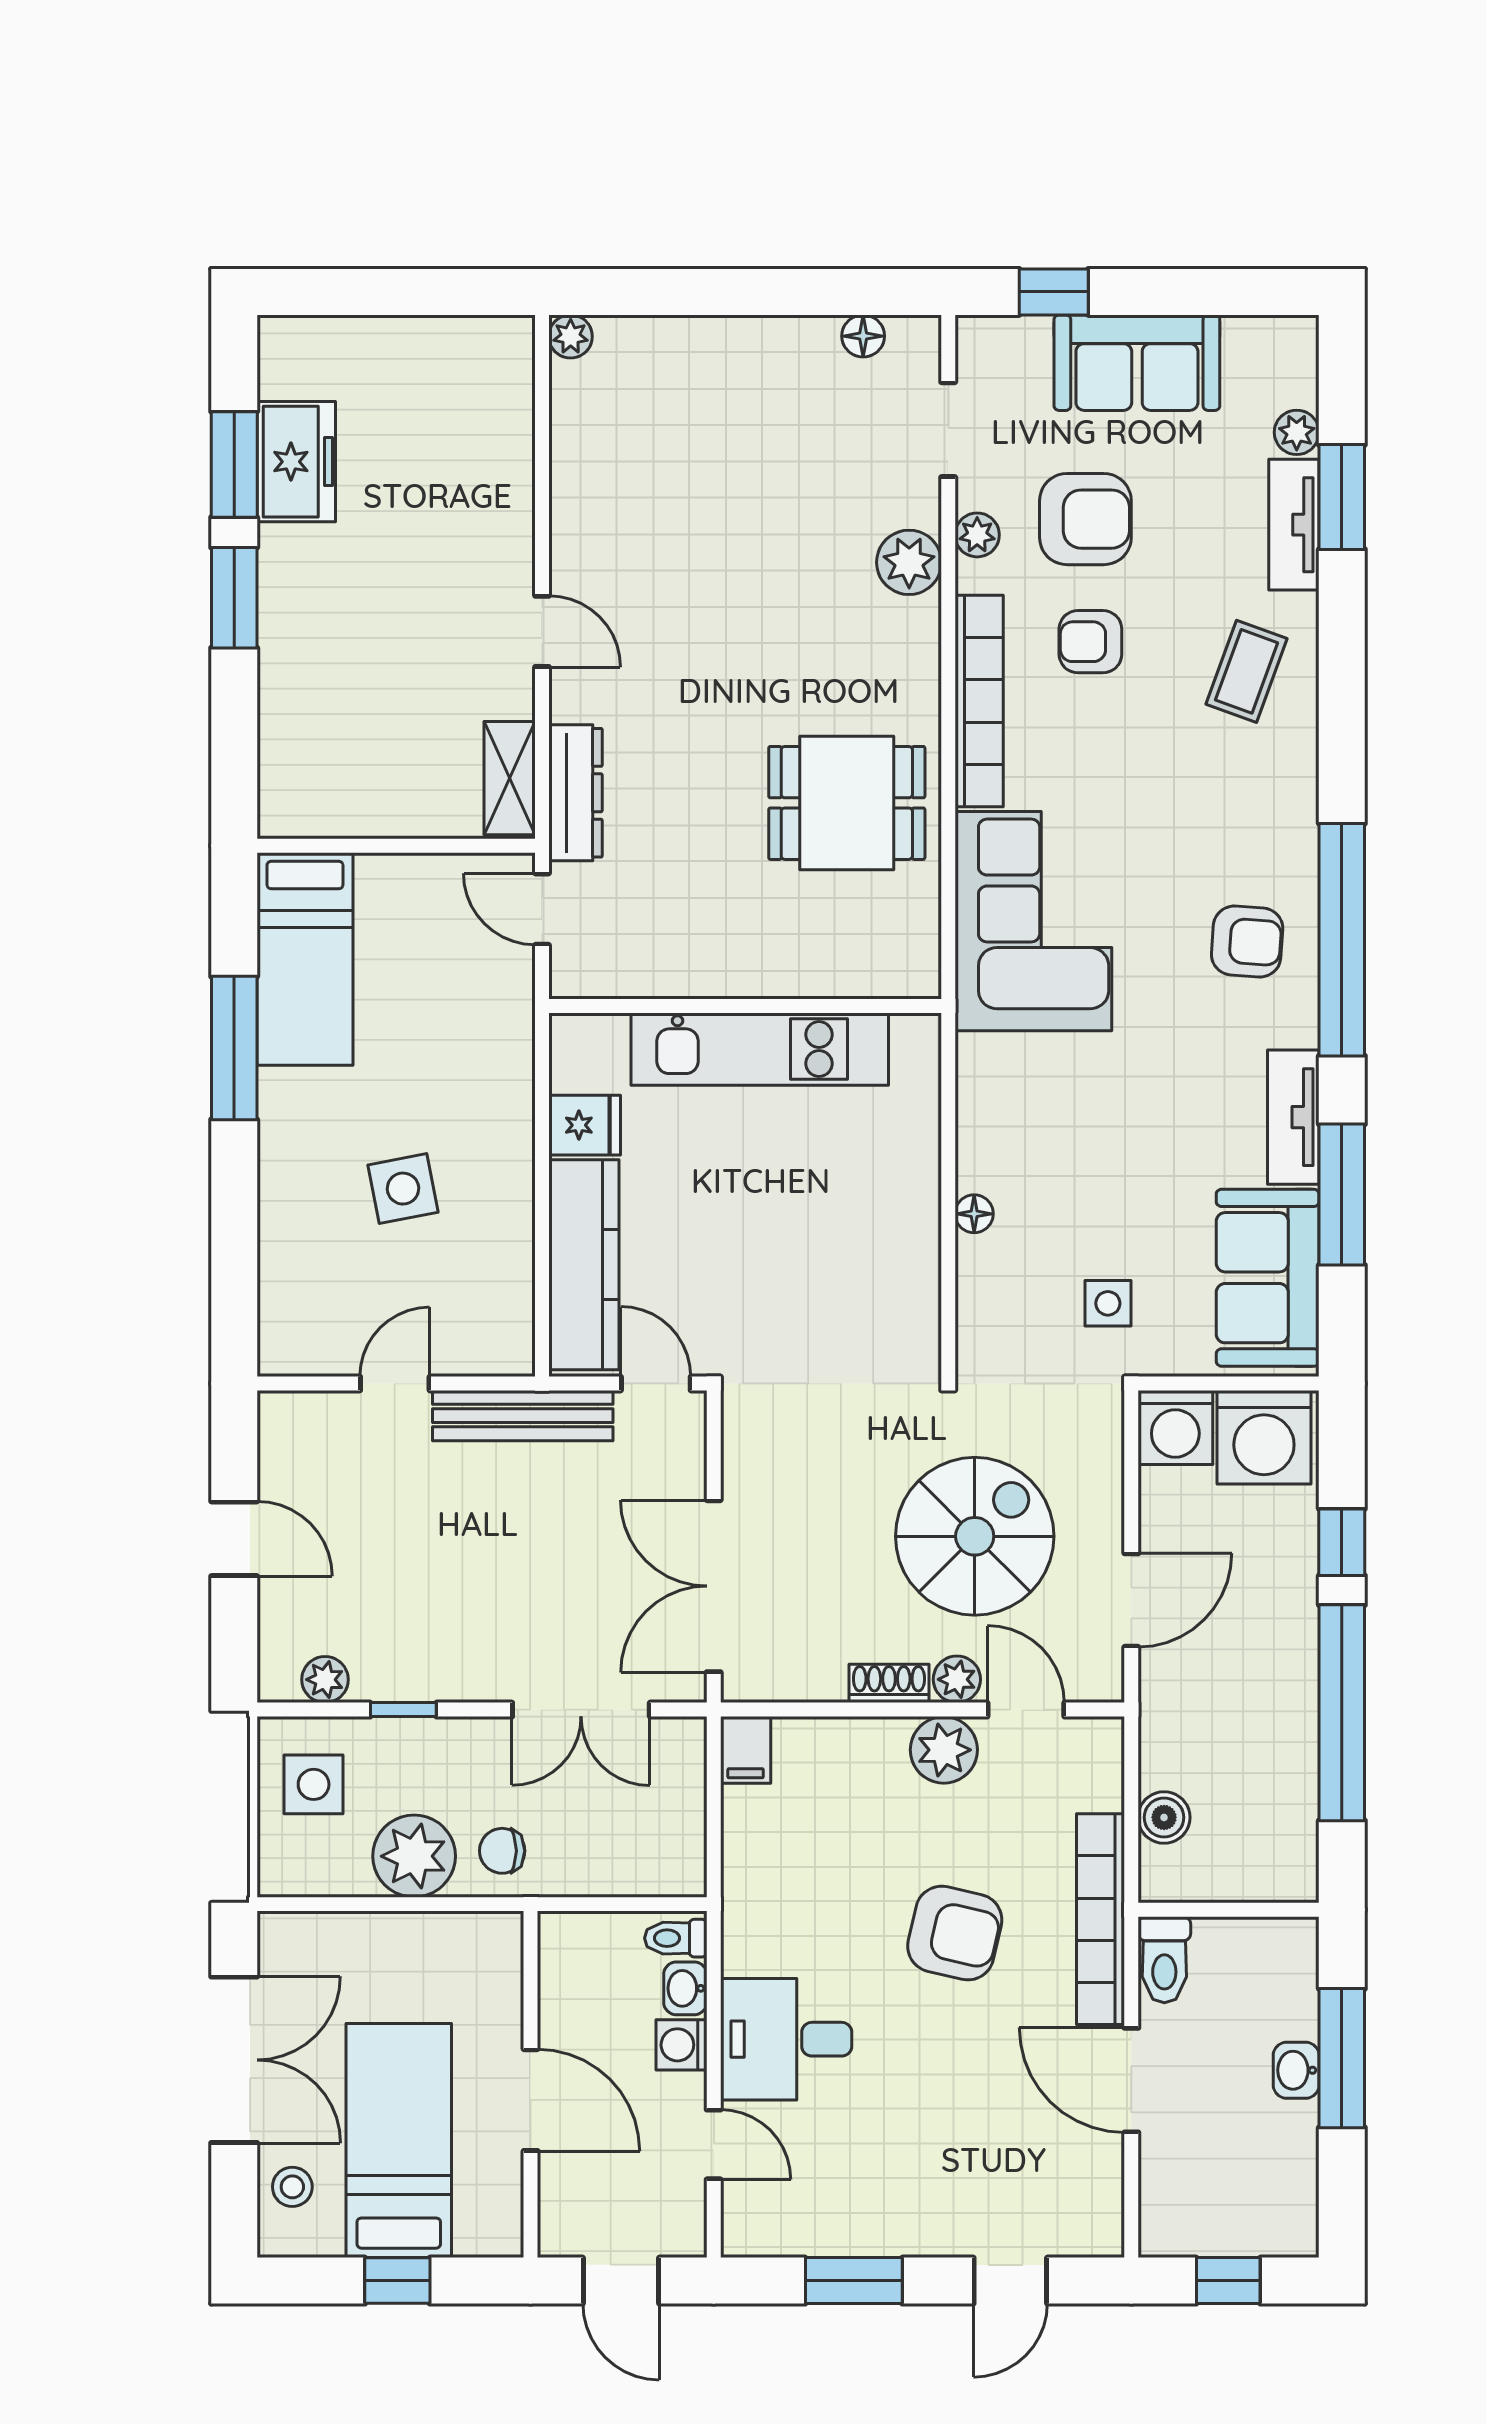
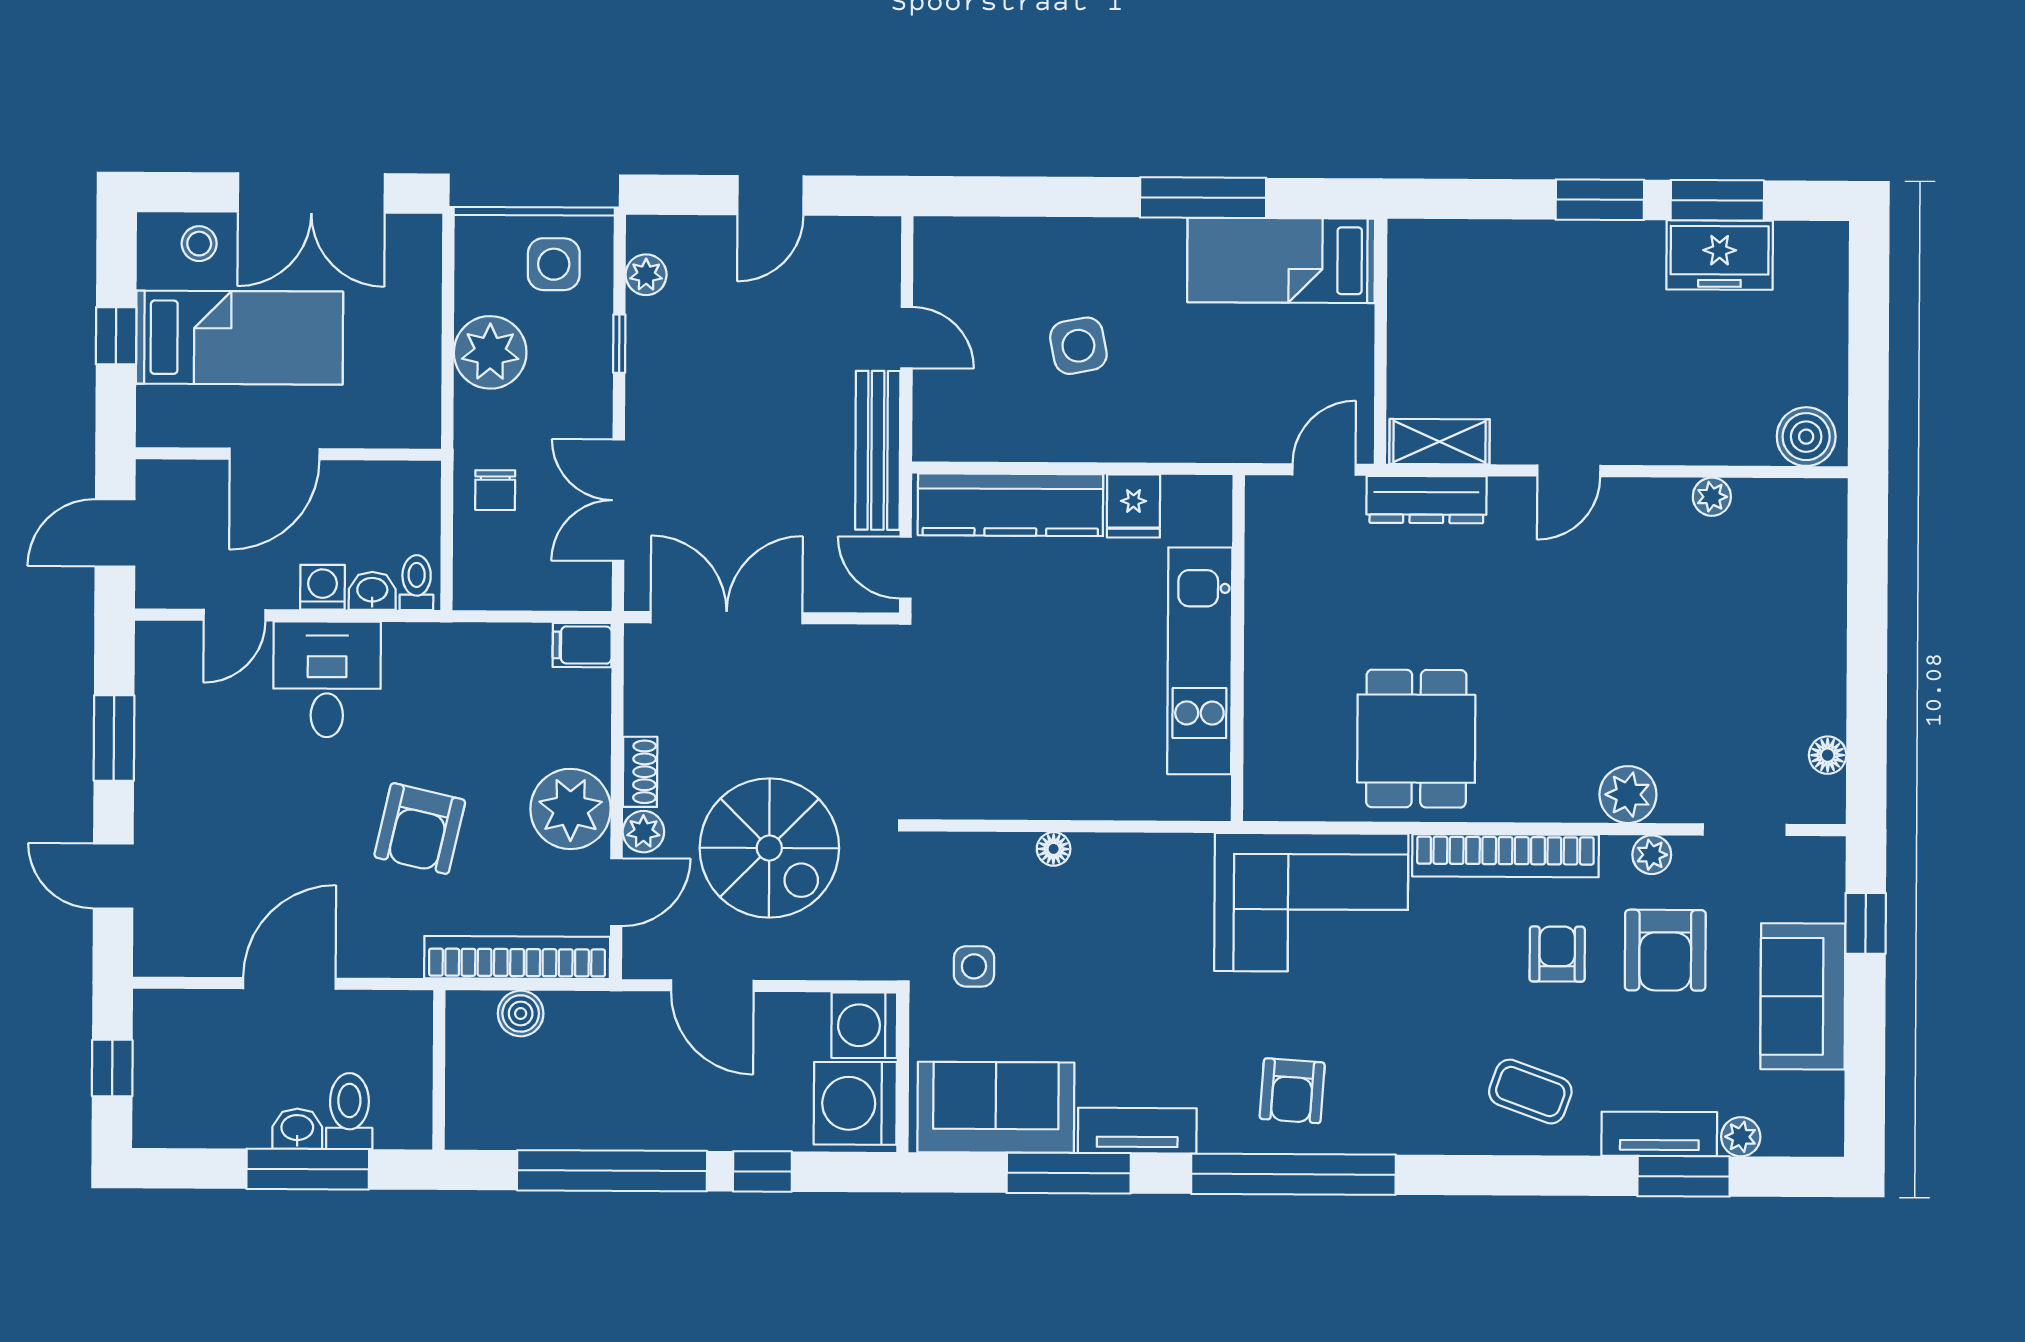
plant: (571, 336) -> (1712, 497), moved
boiler: (502, 362) -> (1806, 437), added
door: (656, 1383) -> (905, 568), swing flipped
plant: (944, 1750) -> (571, 809), width x1.36, depth x1.36
chair: (502, 1851) -> (495, 490), moved, turned 180
bookcase: (1100, 1919) -> (517, 957), moved
toilet: (1164, 1960) -> (349, 1111), moved, turned 90

